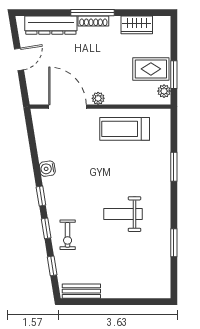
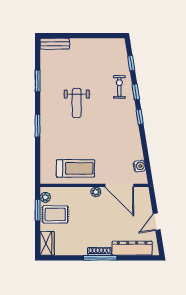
wardrobe: (137, 25) -> (47, 243), moved, turned 90
window: (174, 167) -> (38, 126), moved
water cooler: (47, 169) -> (139, 166), moved
weight bench: (123, 214) -> (77, 103), turned 90
bench: (81, 291) -> (55, 44), moved

